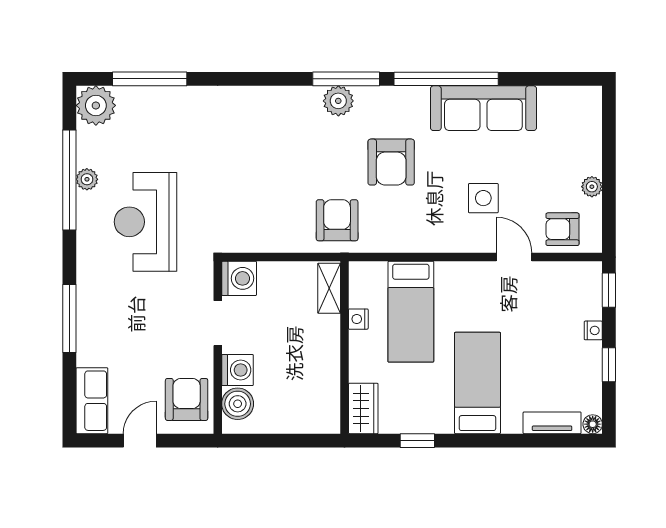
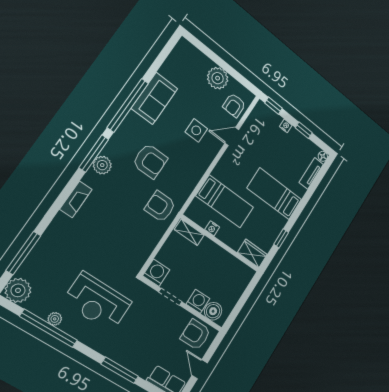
fireplace: (267, 98) -> (76, 199), added
sofa: (483, 108) -> (154, 98), width x0.73
plant: (592, 187) -> (218, 78), width x1.87, depth x1.87

